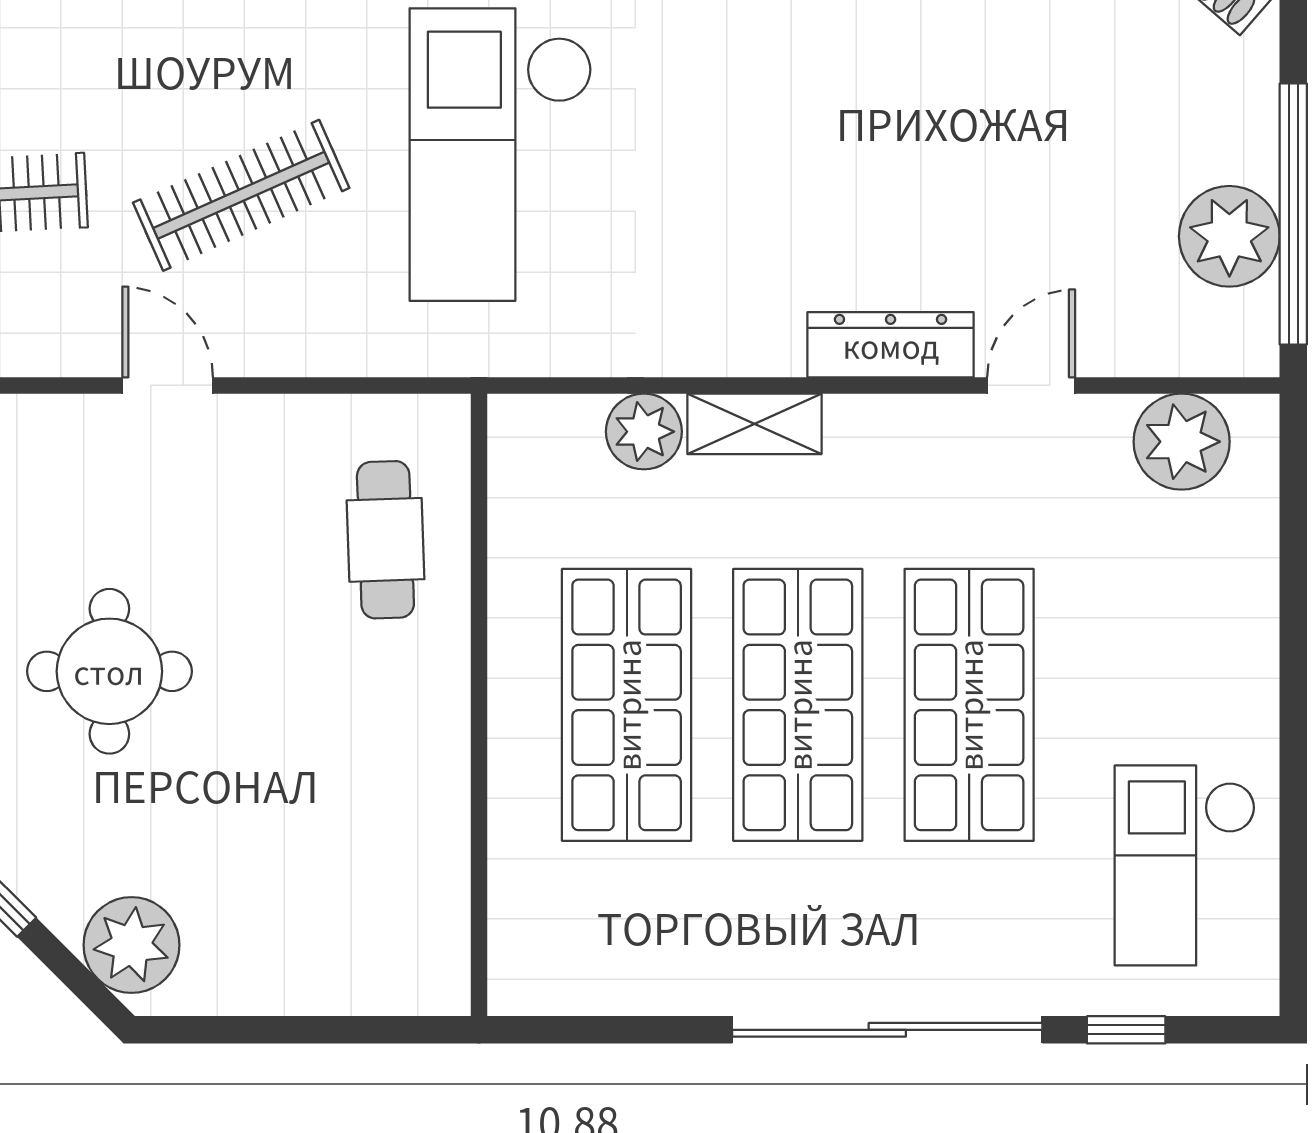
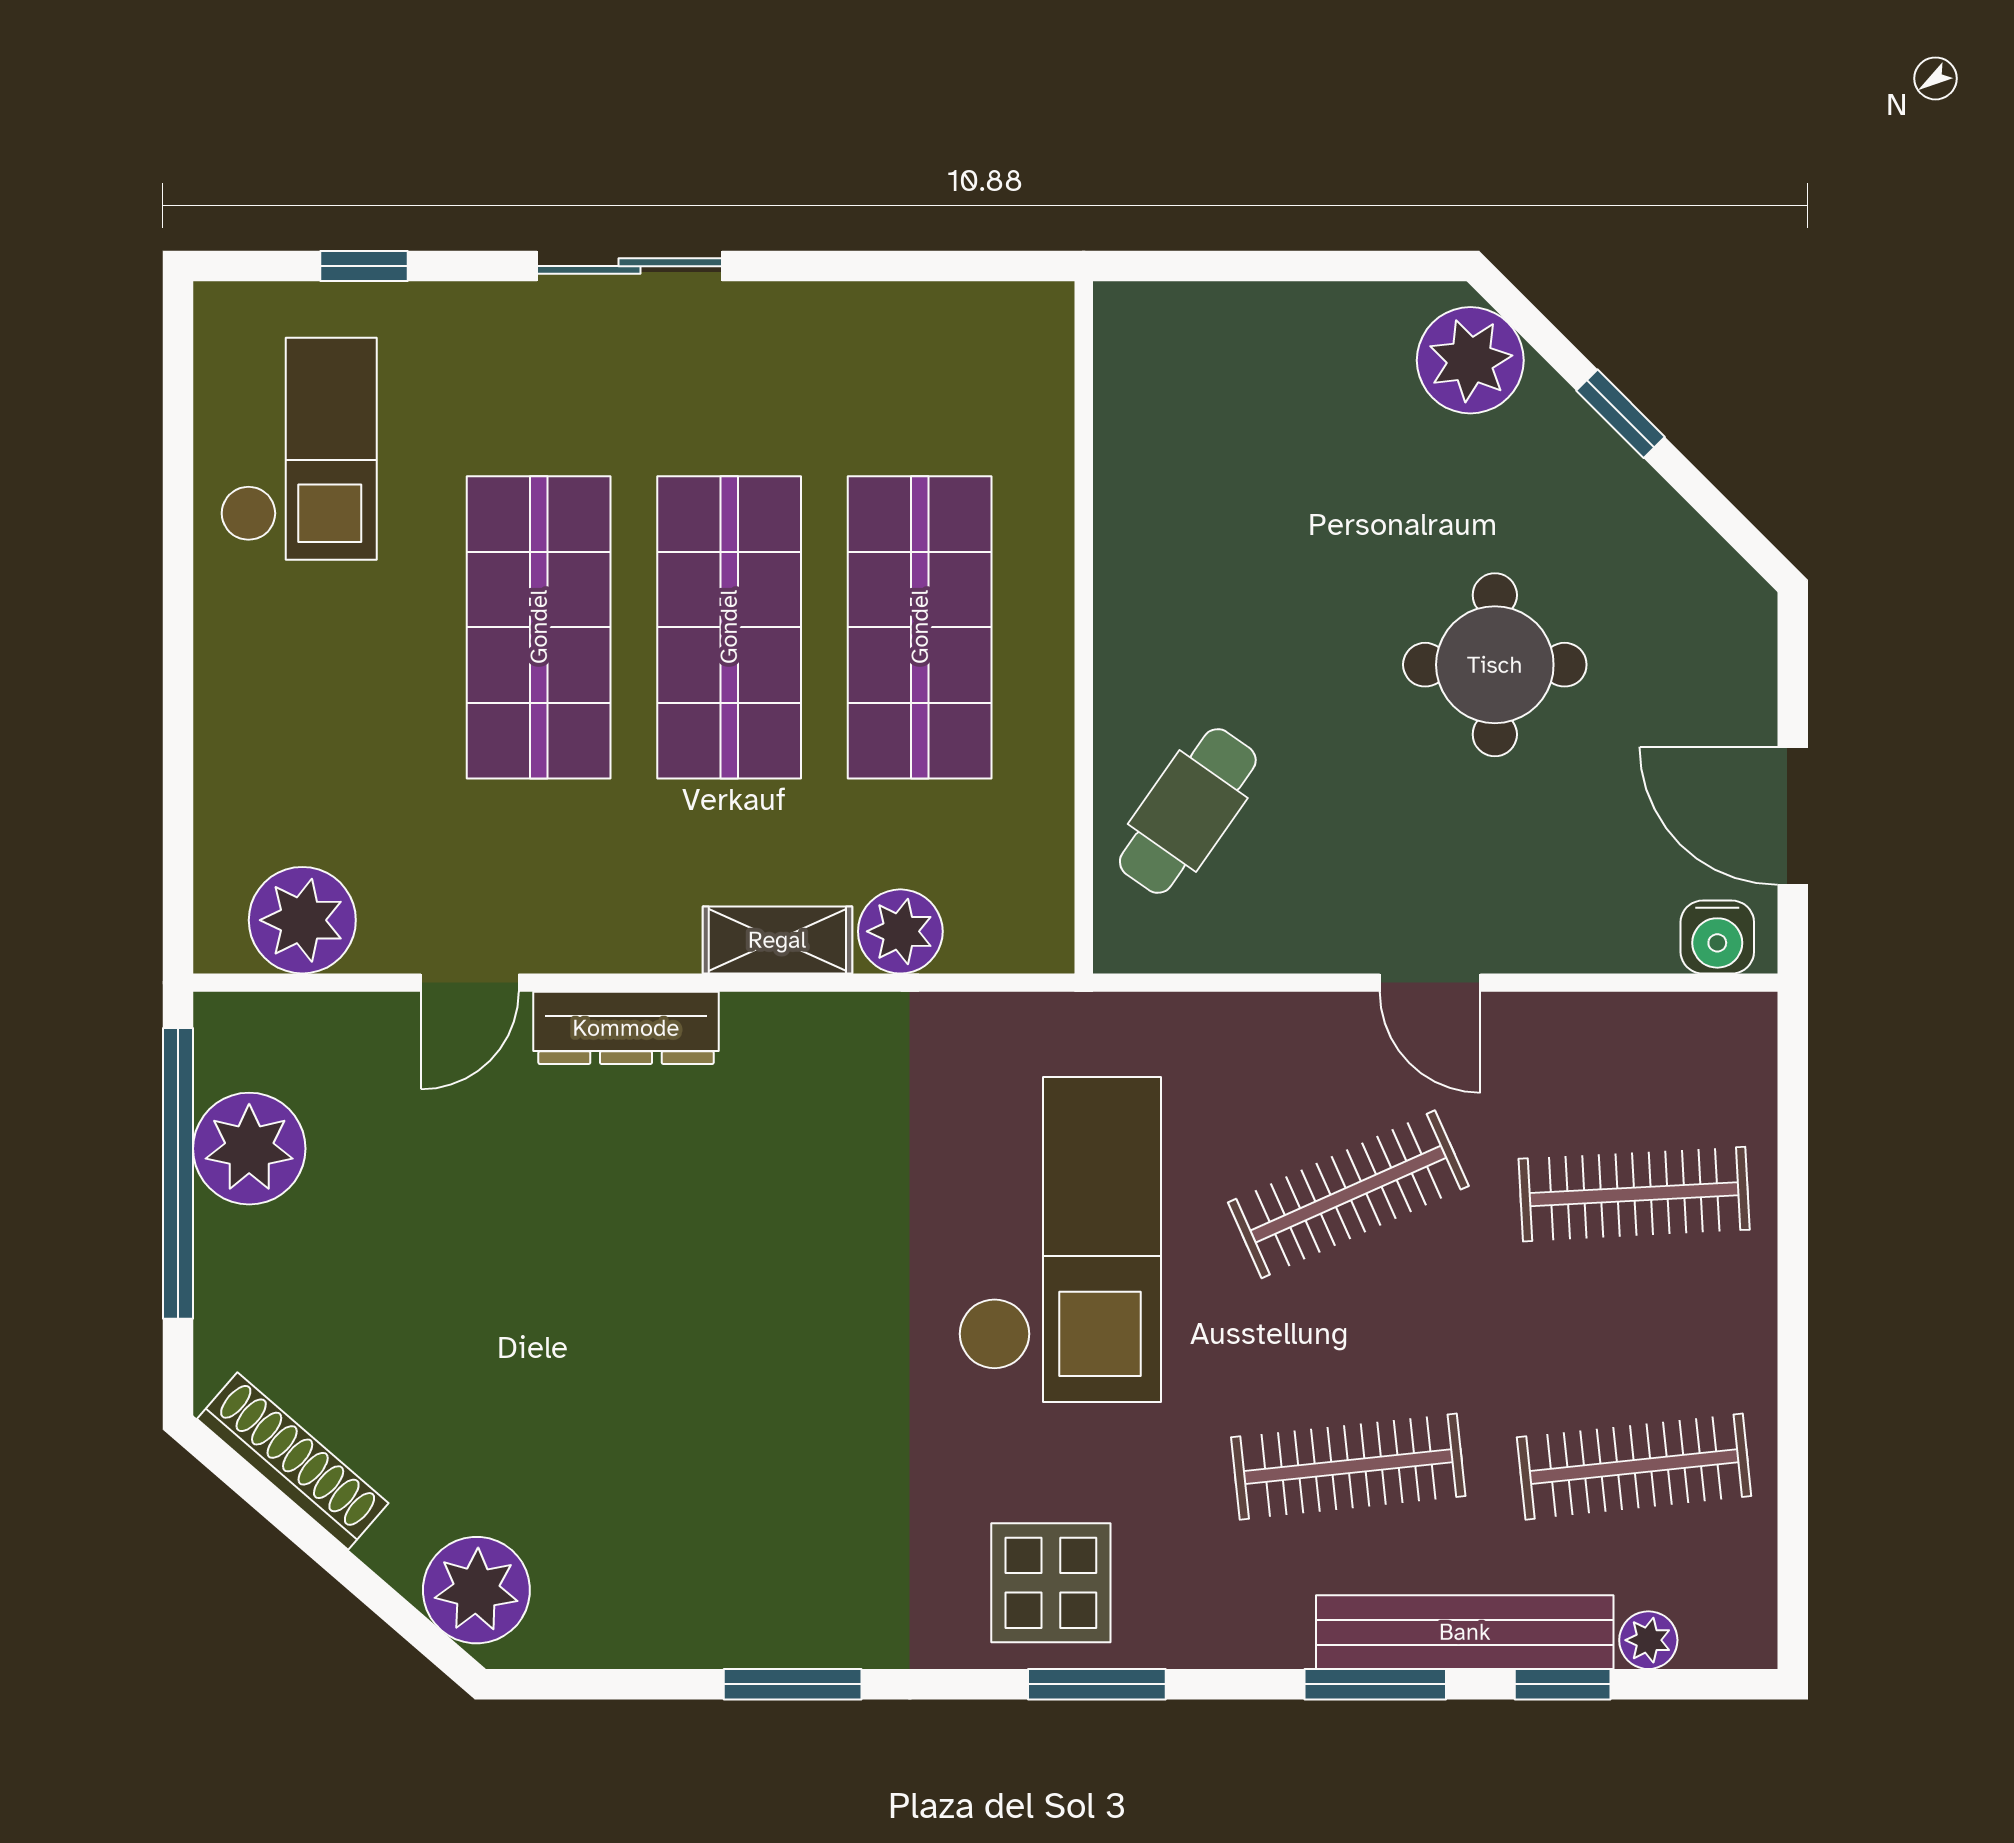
cafe table: (385, 540) -> (1188, 811), turned 37
sliding door: (887, 1030) -> (630, 266), width x0.54

